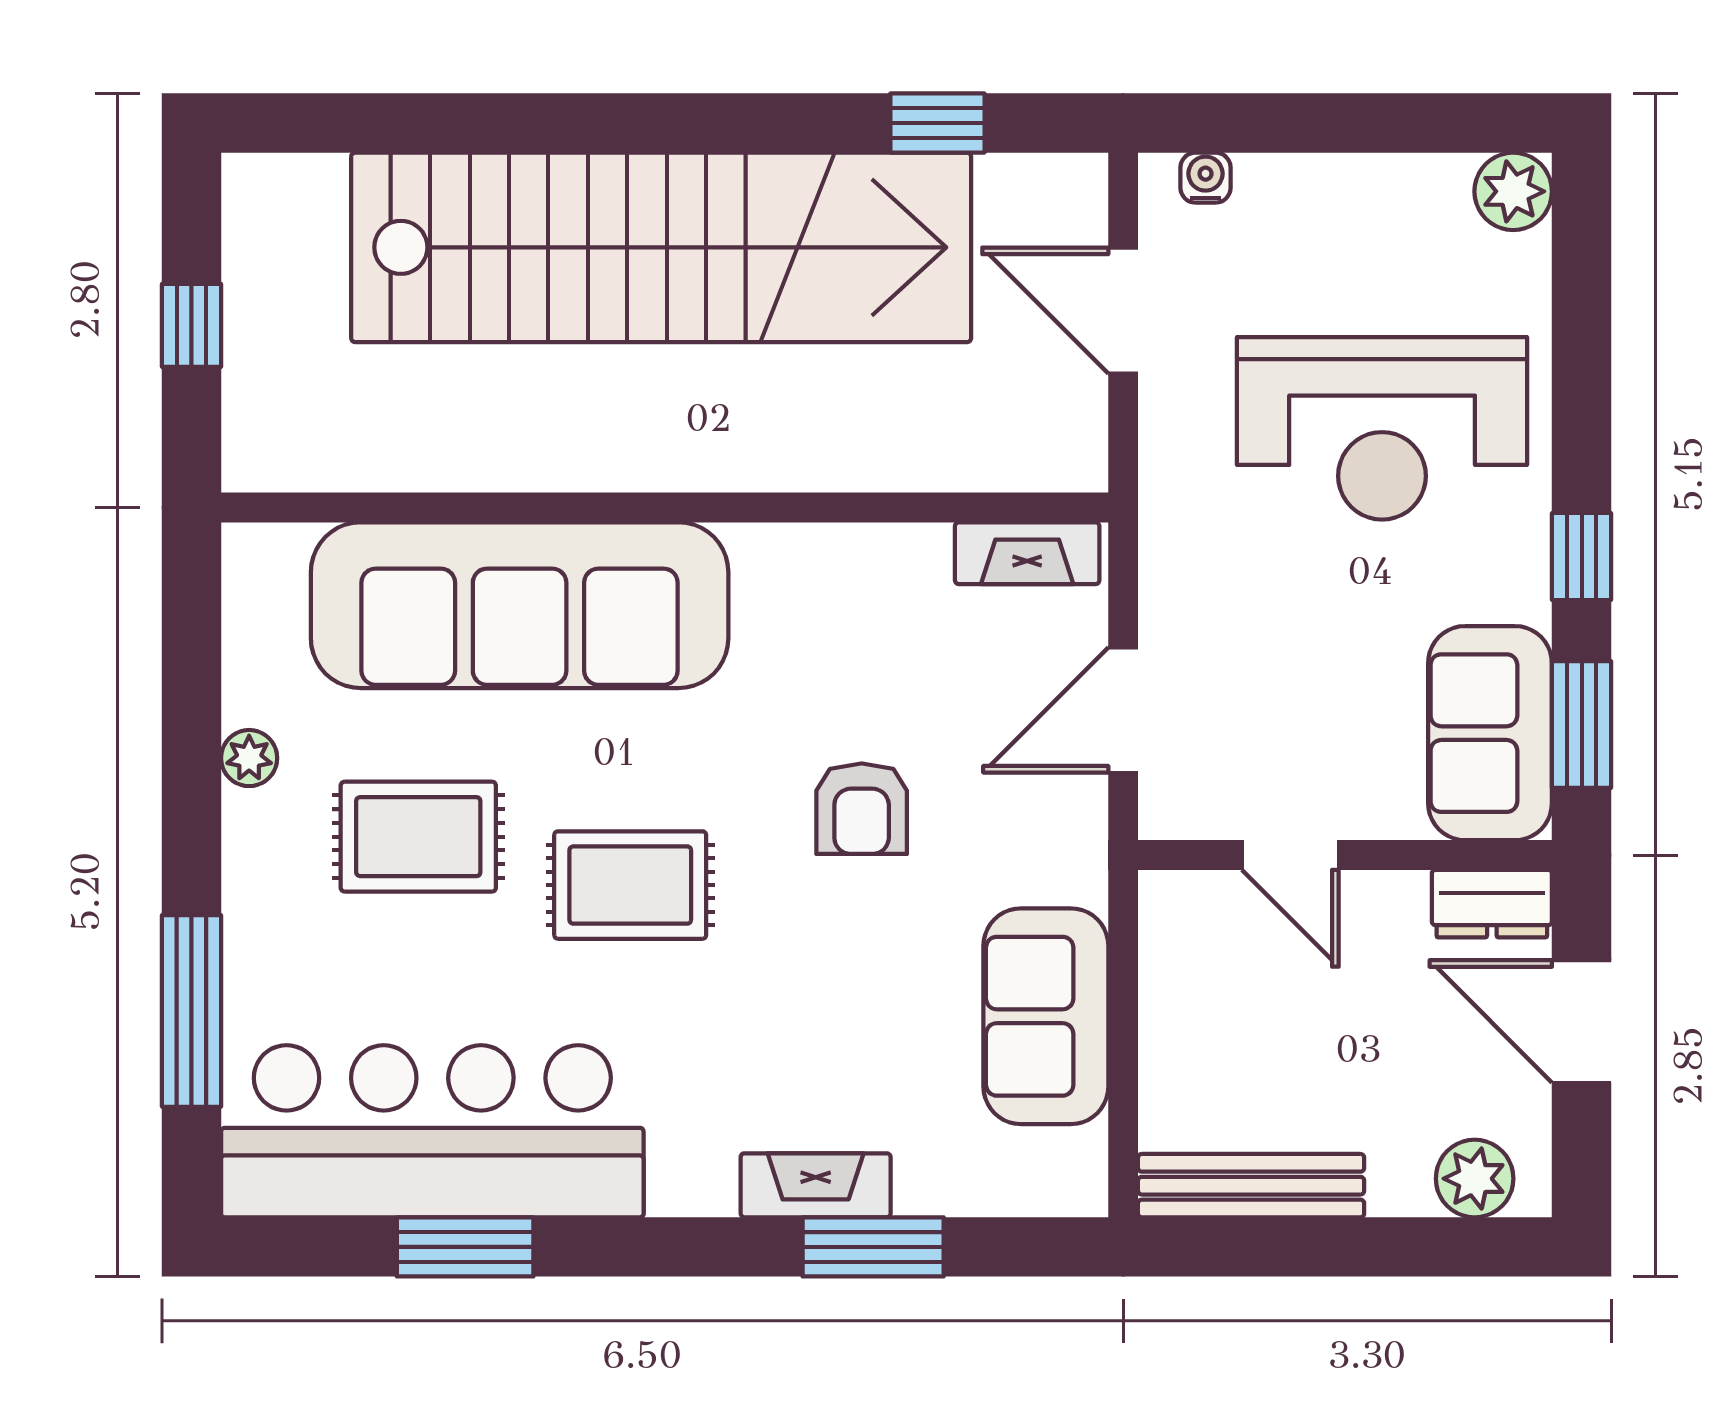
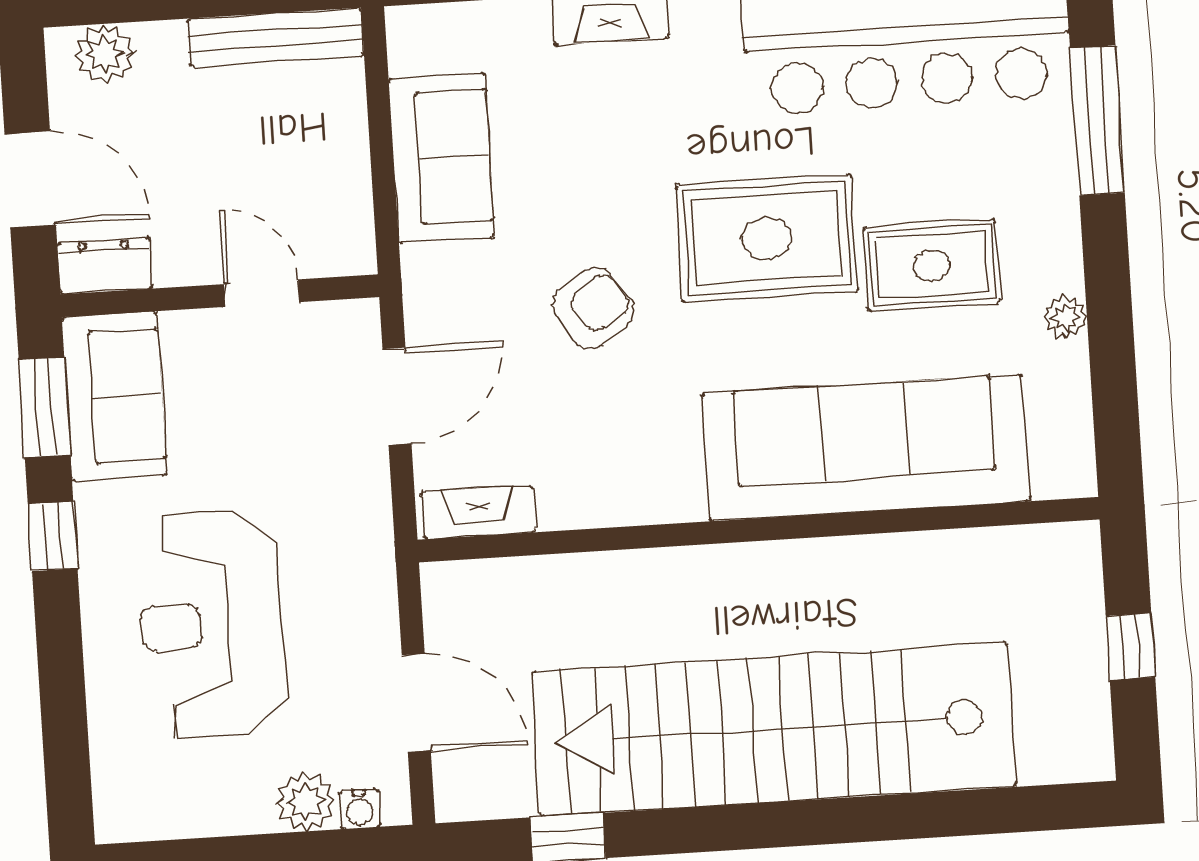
plant: (1513, 191) -> (305, 802), moved
reception desk: (1382, 428) -> (212, 625), turned -90
armchair: (862, 809) -> (593, 308), turned 56
rug: (630, 885) -> (767, 238), width x1.36, depth x1.43

